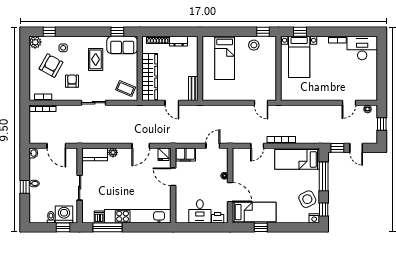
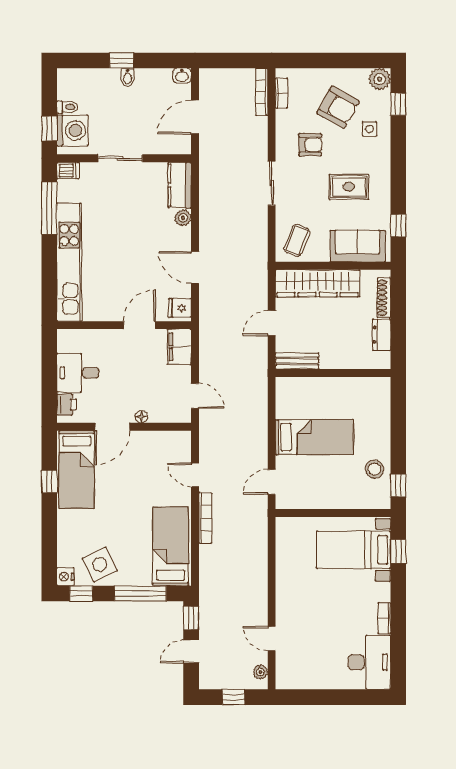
sofa: (122, 45) -> (358, 246), moved, turned 90
bed: (225, 58) -> (314, 437), moved, turned 180
dishwasher: (99, 217) -> (68, 171), moved

